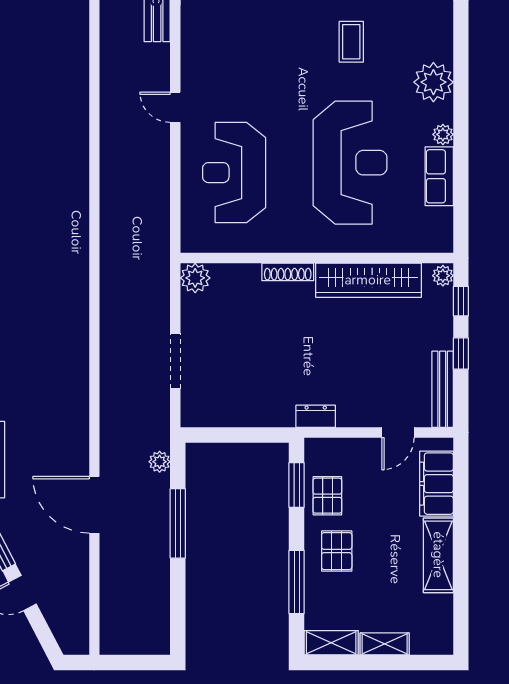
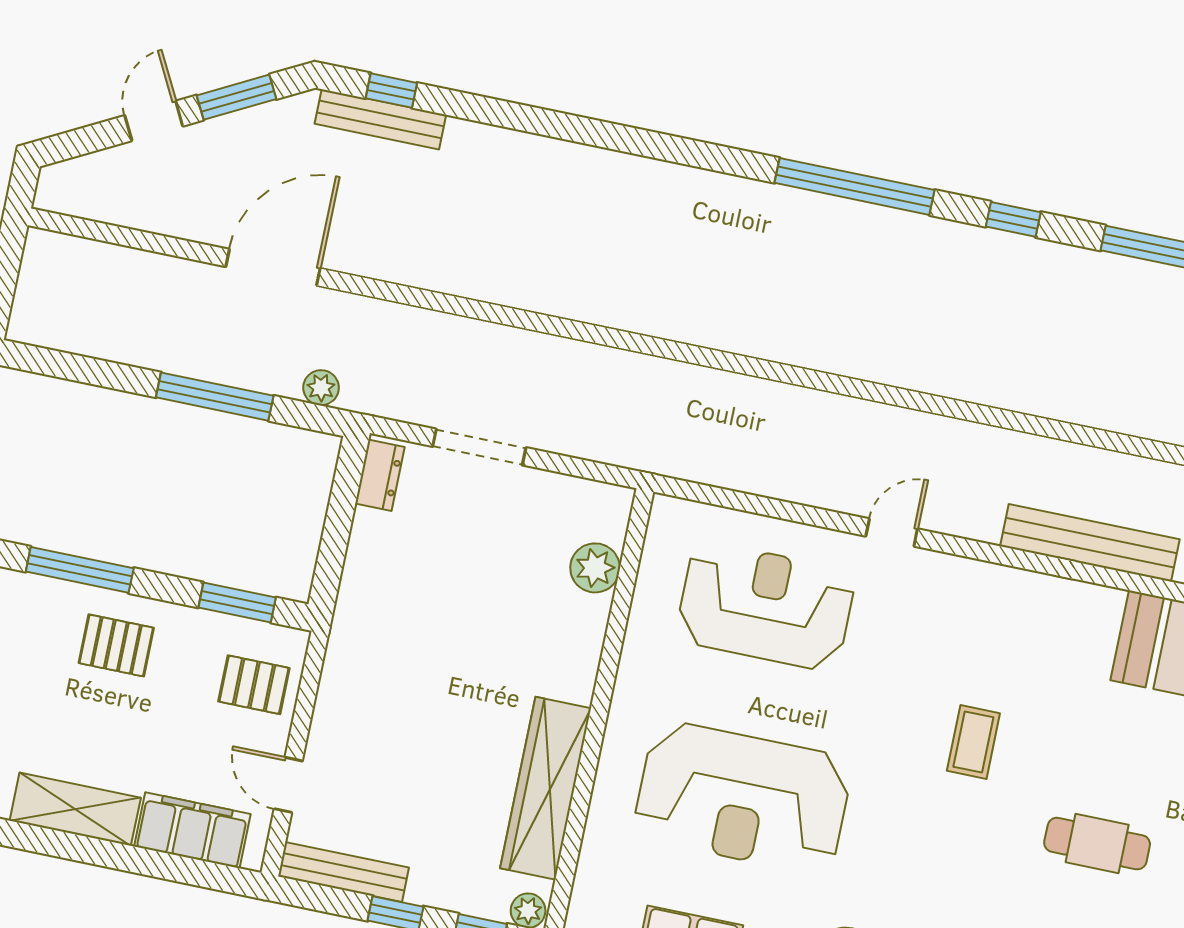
coffee table: (351, 42) -> (973, 742), moved, turned 90
shoe rack: (288, 272) -> (586, 660), removed
plant: (195, 278) -> (595, 568), moved
dresser: (316, 416) -> (380, 475), moved
pallet: (327, 496) -> (254, 685), moved

